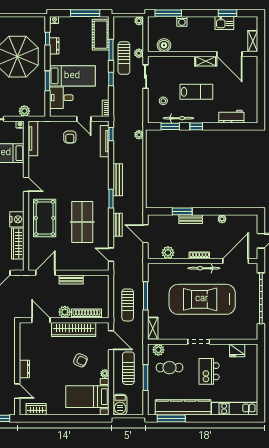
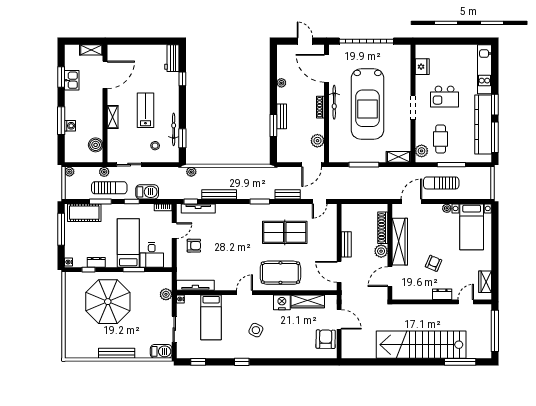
window: (168, 13) -> (61, 121), moved
shelving: (206, 61) -> (113, 117), moved
workbench: (231, 117) -> (172, 58), moved
window: (196, 126) -> (182, 79), moved
bench: (118, 180) -> (219, 194), moved
door: (146, 234) -> (312, 165), moved
sun lounger: (128, 305) -> (373, 184), removed
armchair: (80, 360) -> (434, 263), moved
barbecue: (120, 405) -> (147, 192), moved
window: (202, 418) -> (495, 105), added

